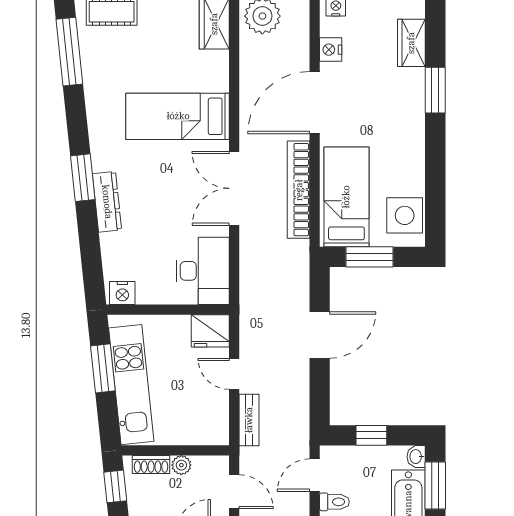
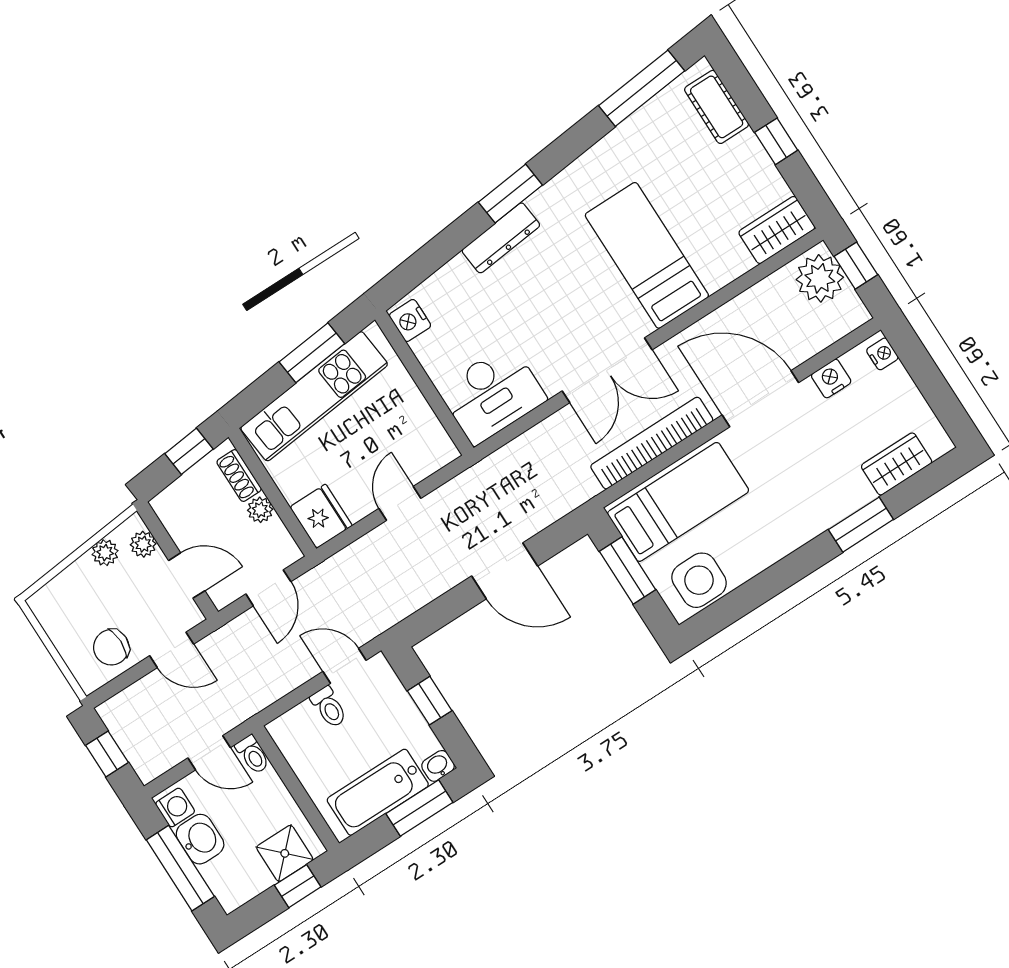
double door: (234, 188) -> (607, 370), swing flipped
fridge: (210, 331) -> (321, 516), moved, turned 180
bench: (249, 420) -> (359, 553), removed

